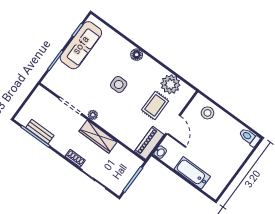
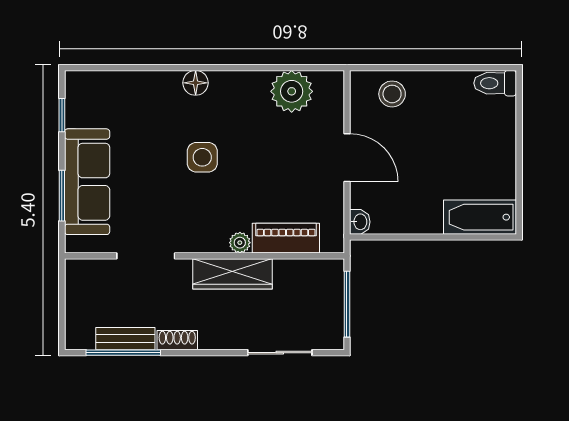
sofa: (81, 45) -> (87, 182), moved
rug: (155, 105) -> (292, 147), removed
plant: (93, 115) -> (240, 243), moved
piano: (149, 143) -> (286, 238), moved, turned 90
shoe rack: (75, 158) -> (177, 340), moved
bathtub: (192, 173) -> (480, 217), moved

